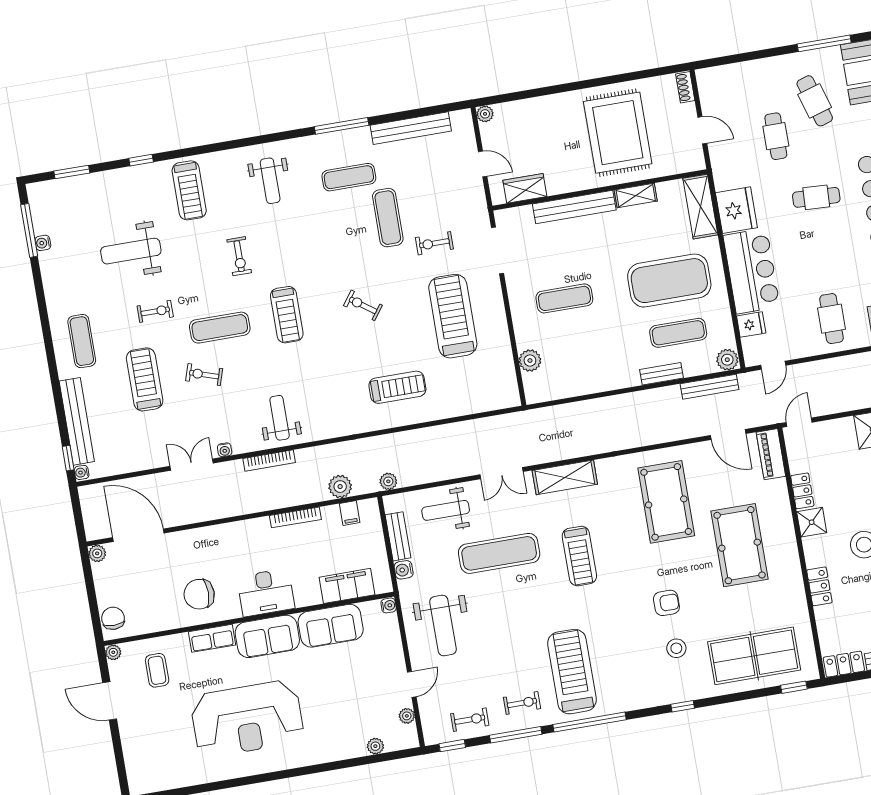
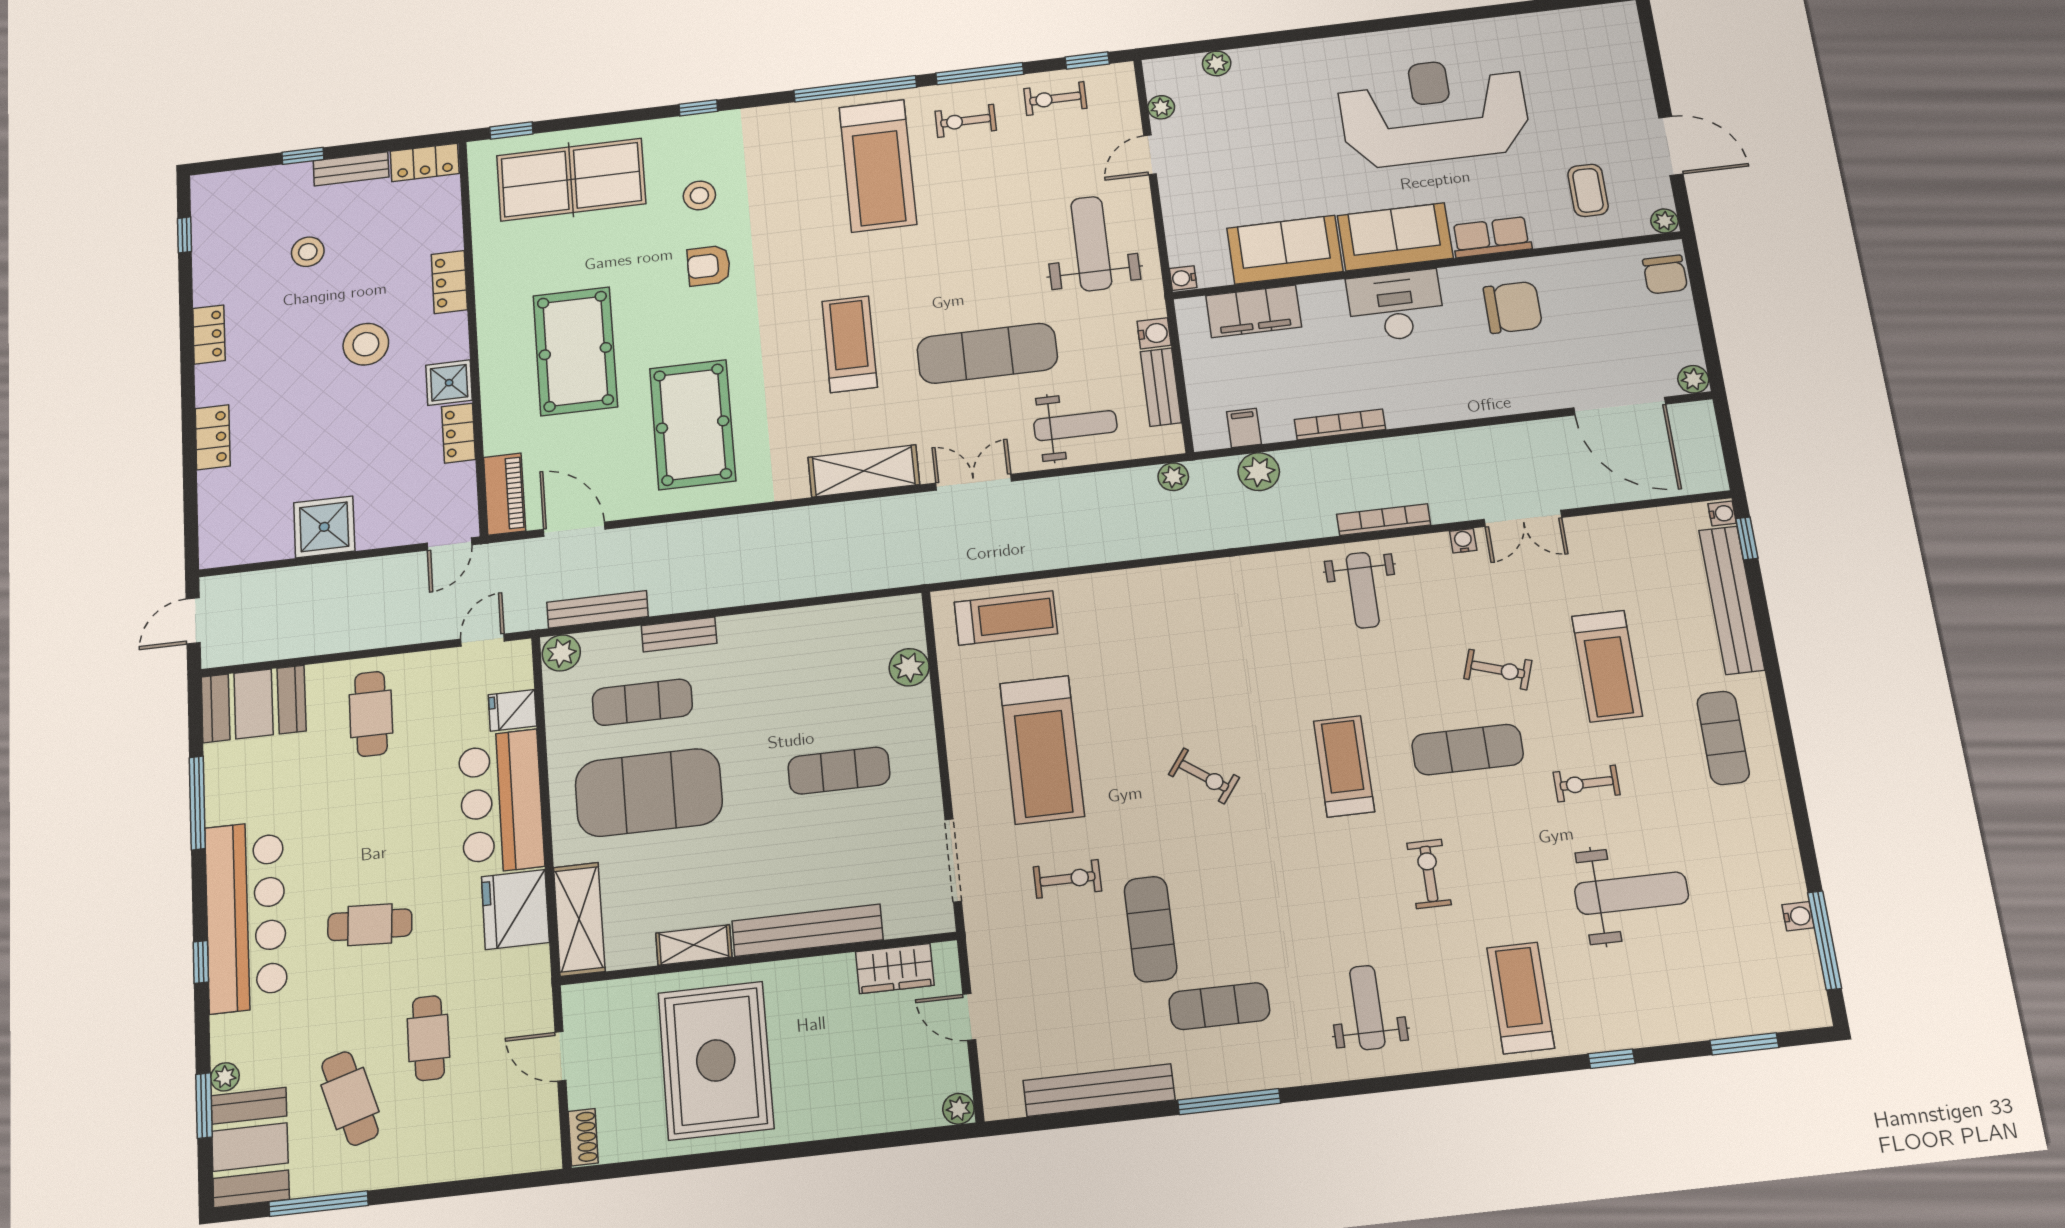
treadmill: (397, 387) -> (1006, 618), moved, turned 180

